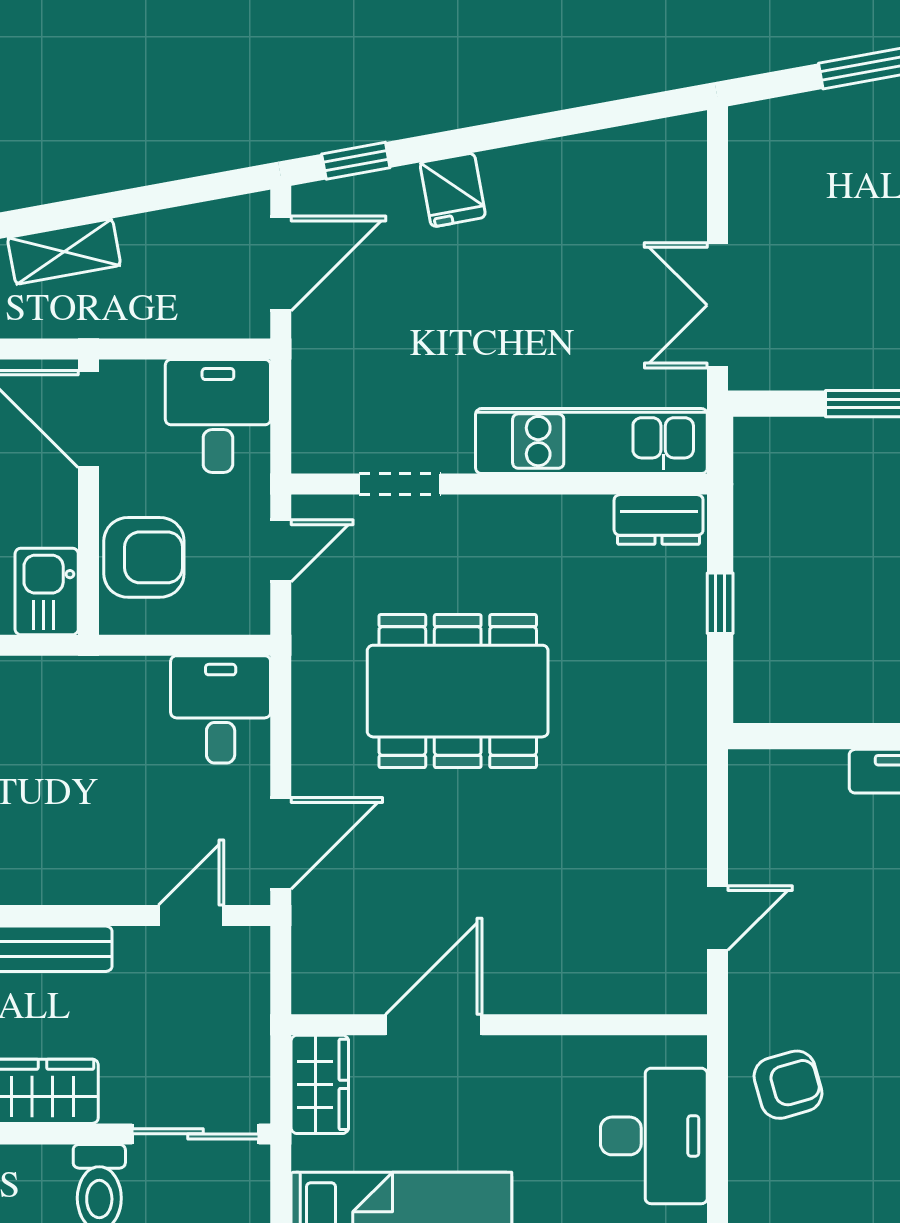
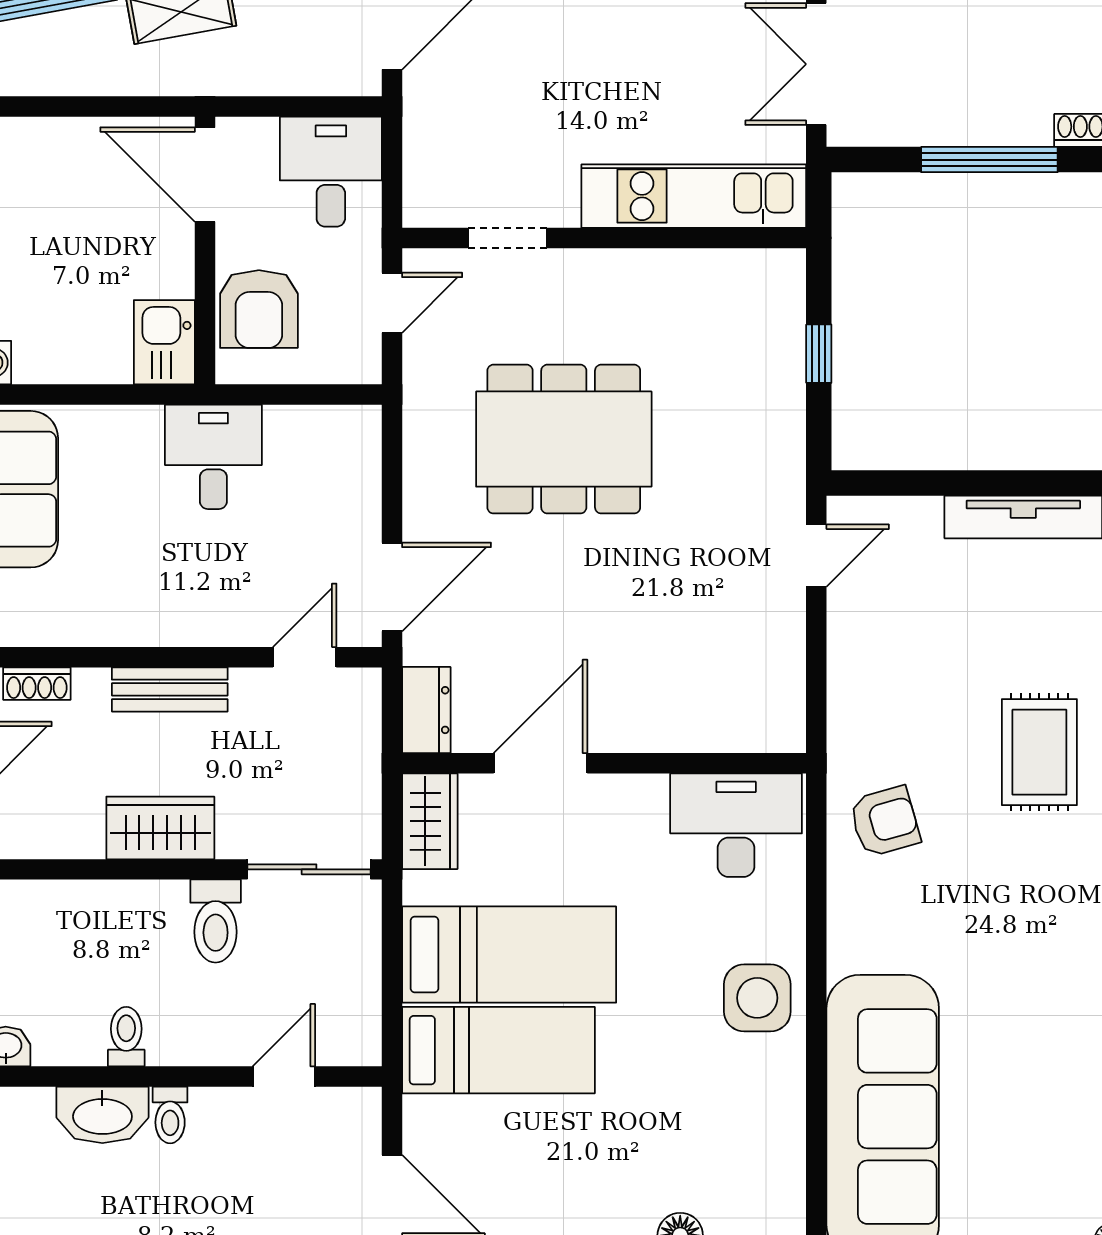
dresser: (659, 519) -> (426, 710), moved, turned -90
armchair: (144, 557) -> (259, 309), turned 90
desk: (221, 709) -> (213, 457), moved
door: (718, 918) -> (816, 556), moved
desk: (654, 1136) -> (736, 825), moved, turned -90

